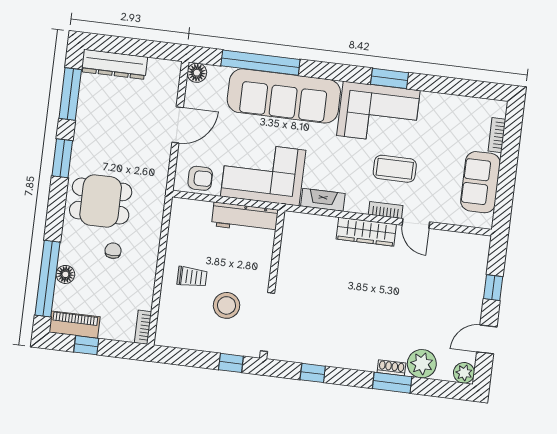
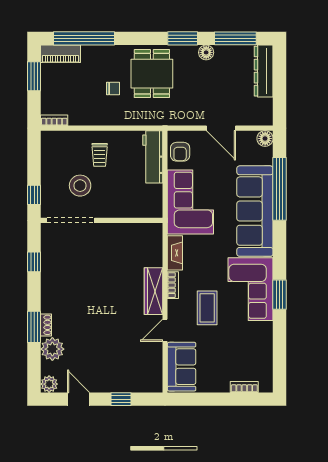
sofa: (480, 182) -> (182, 367), moved, turned 90
bookcase: (386, 210) -> (173, 285), moved
workbench: (245, 218) -> (153, 157), moved
floor lamp: (65, 274) -> (206, 52), moved
piano: (75, 325) -> (61, 54), moved, turned 90
window: (86, 345) -> (34, 76), width x1.50

